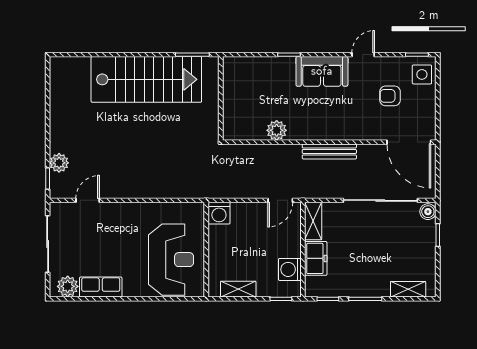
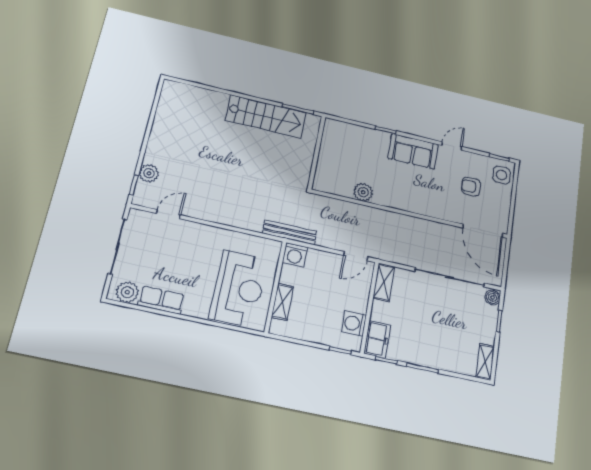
stairs: (146, 79) -> (266, 116), width x0.73, depth x0.66
bench: (329, 151) -> (290, 232), moved
freezer: (316, 258) -> (377, 339), moved
shelving: (238, 289) -> (282, 302), moved, turned 90
shelving: (408, 289) -> (485, 362), moved, turned 90

